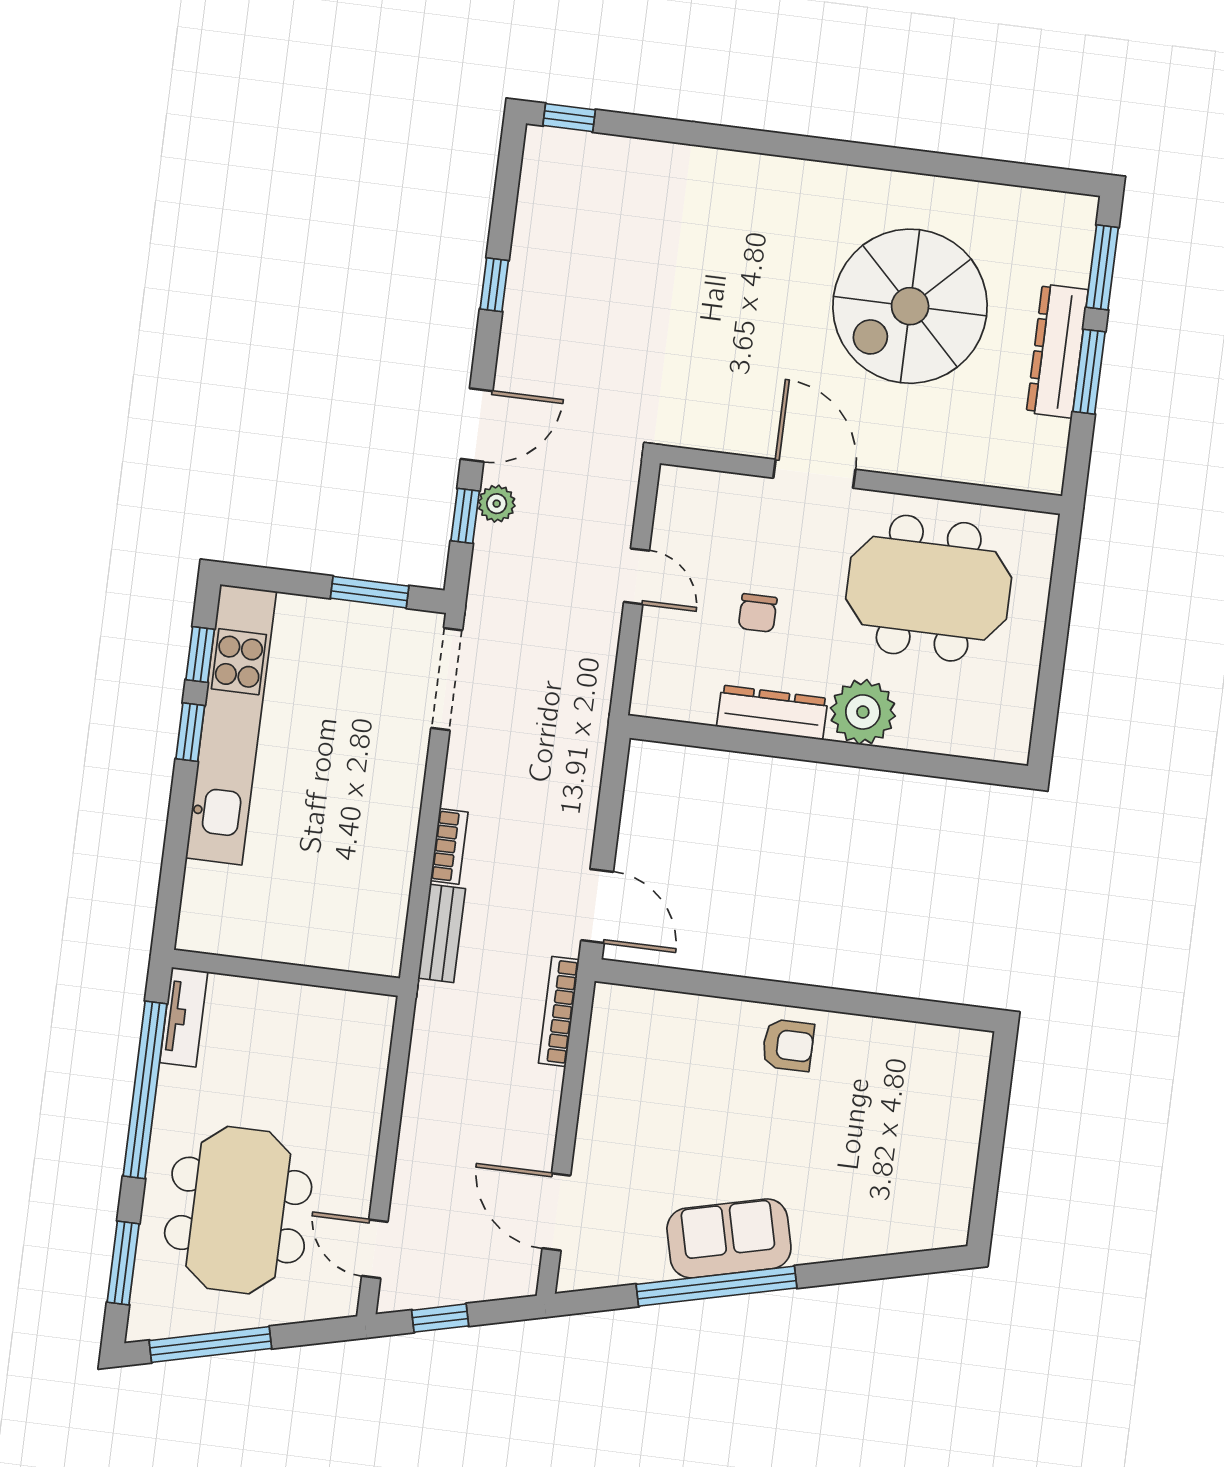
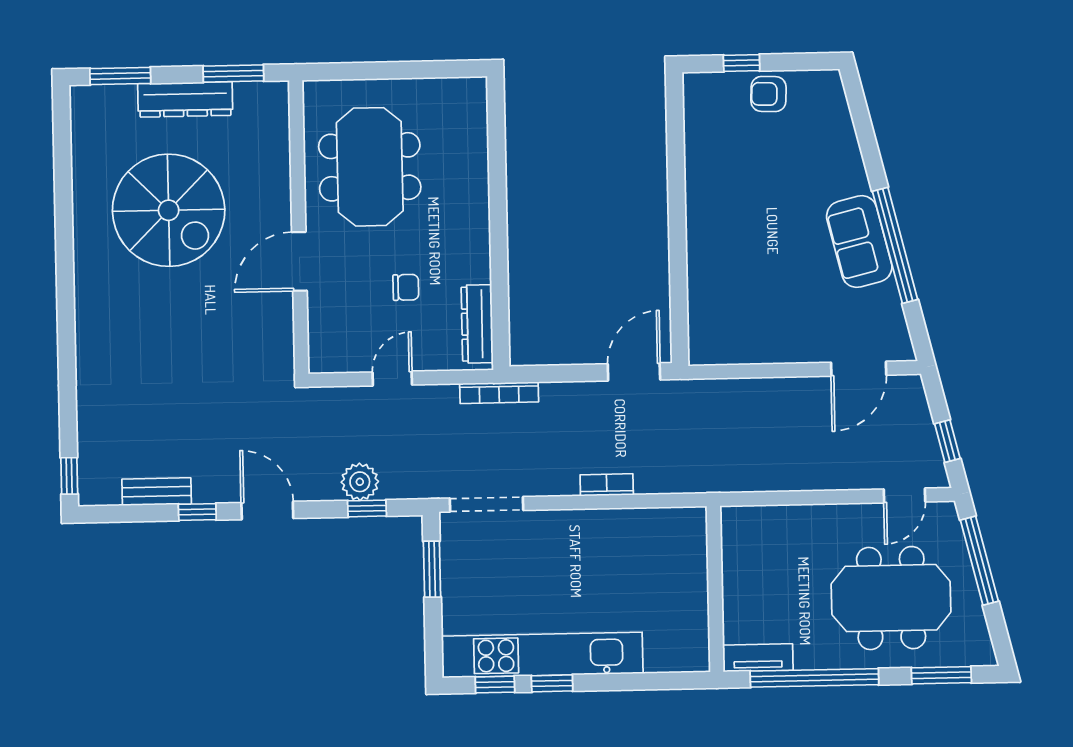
window: (1089, 372) -> (233, 74), moved
door: (477, 425) -> (267, 510), moved
plant: (497, 504) -> (360, 482), width x1.38, depth x1.38
dresser: (772, 712) -> (477, 324), moved
plant: (863, 712) -> (466, 201), removed
bench: (442, 933) -> (157, 492), moved
bookcase: (559, 1011) -> (499, 393), moved
armchair: (788, 1045) -> (768, 94), moved, turned -88
window: (995, 1114) -> (742, 63), added
window: (210, 1344) -> (979, 561), moved

